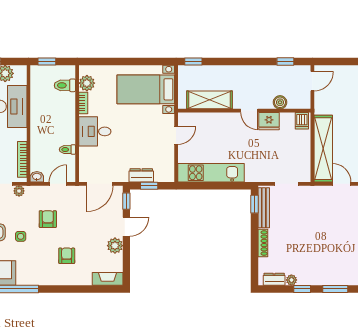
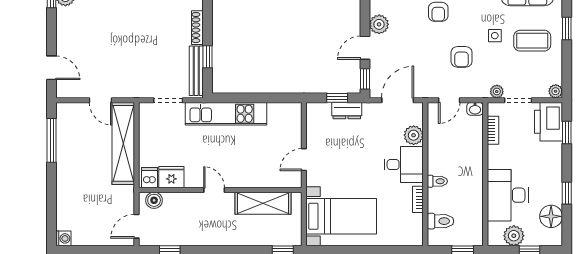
plant: (87, 83) -> (414, 135), moved
boiler: (280, 102) -> (154, 200), moved
fridge: (269, 121) -> (171, 177), moved
toilet: (67, 150) -> (437, 181), moved
bookcase: (22, 159) -> (493, 130), width x0.64
kitchen unit: (211, 173) -> (226, 114), moved
window: (255, 204) -> (208, 57), moved

